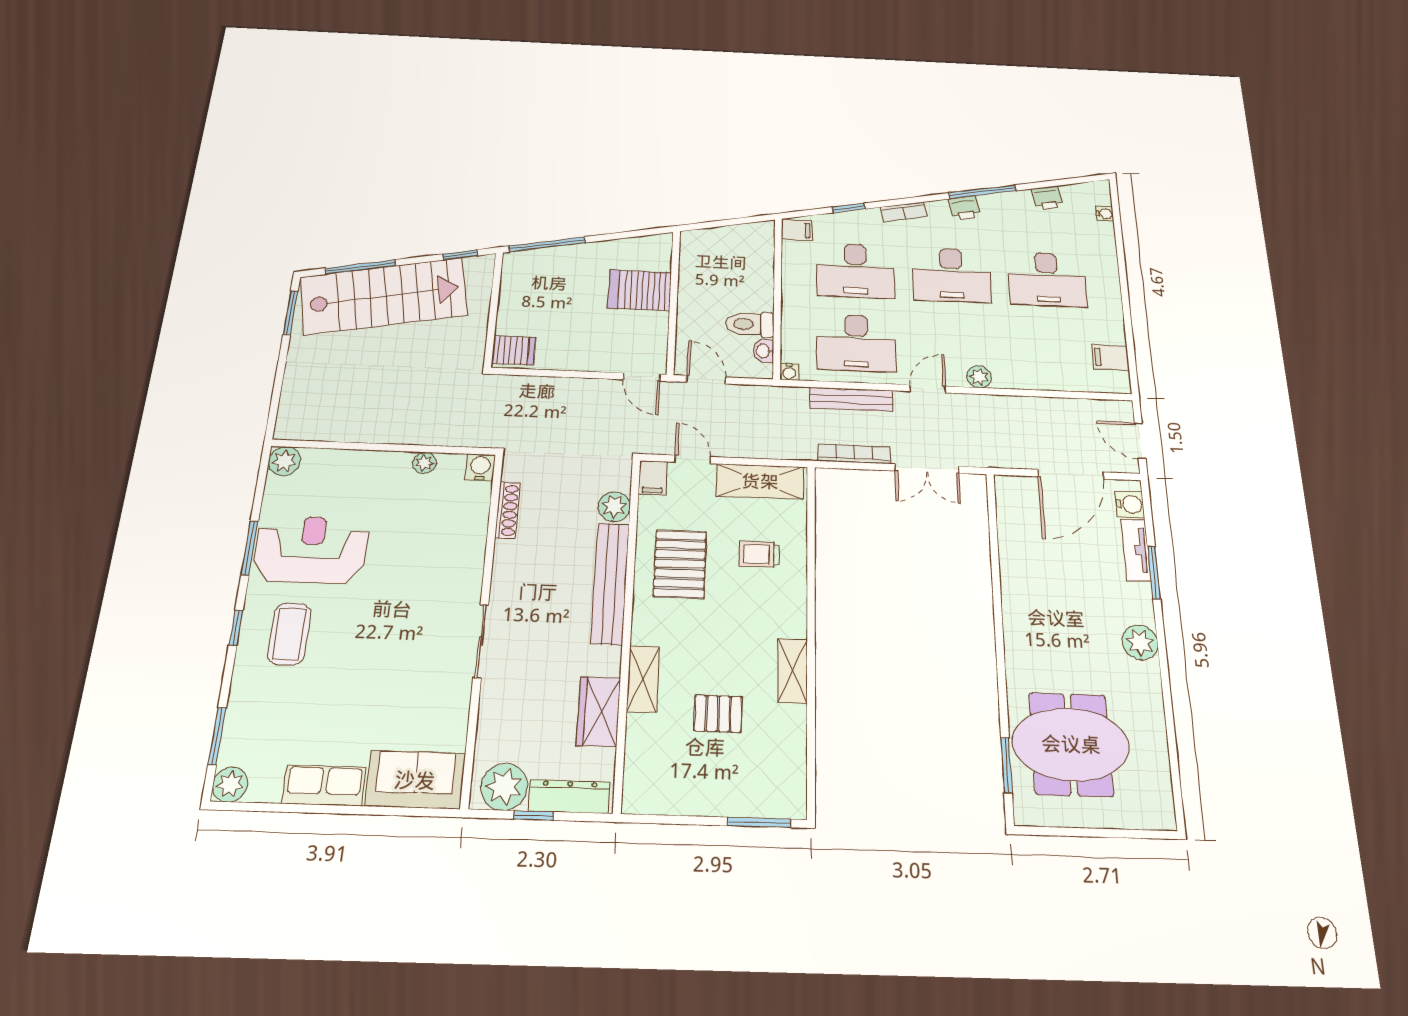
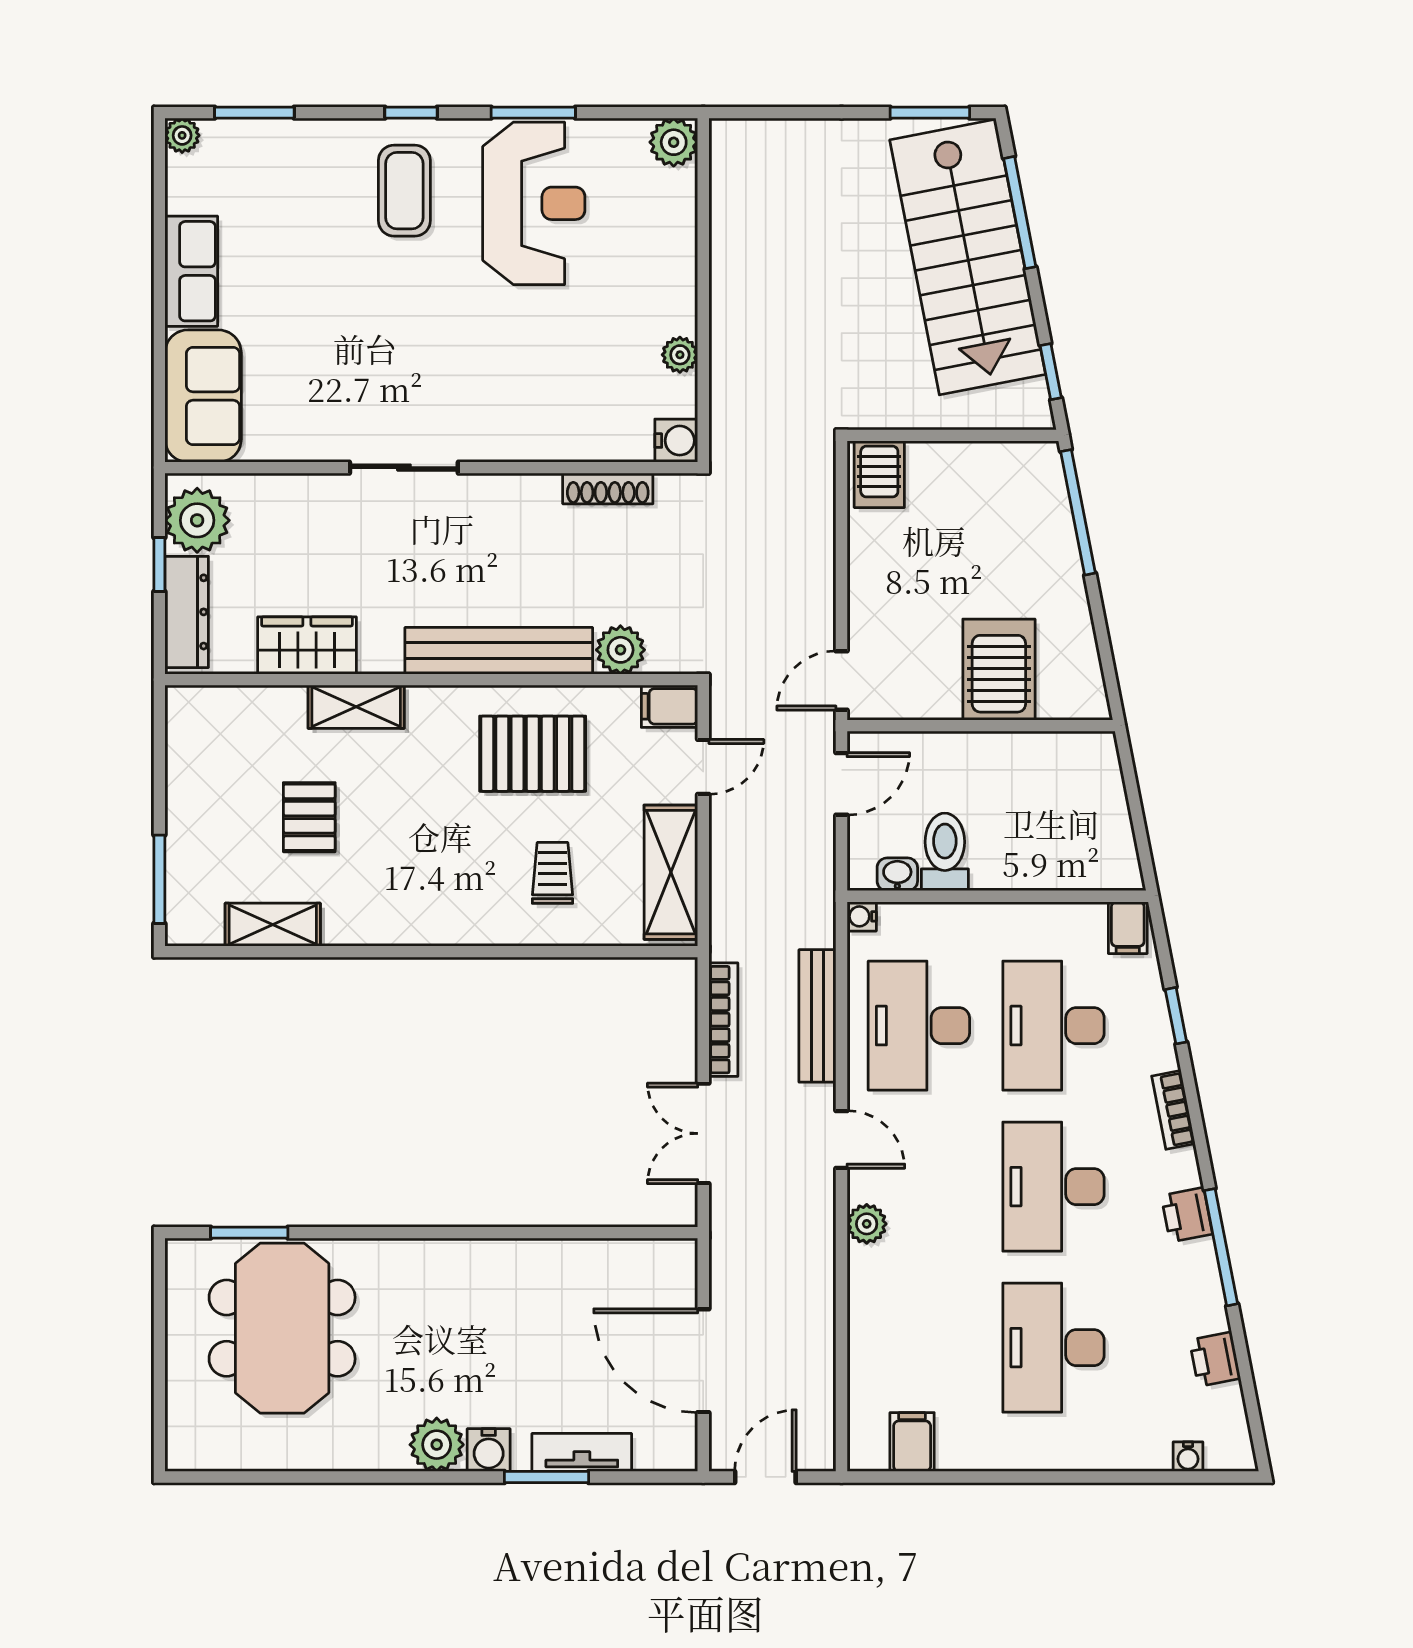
water cooler: (1130, 504) -> (489, 1450), moved
coffee table: (289, 634) -> (404, 191), turned 90
shelving: (793, 671) -> (273, 925), moved
plant: (230, 784) -> (182, 135), width x0.73, depth x0.73

